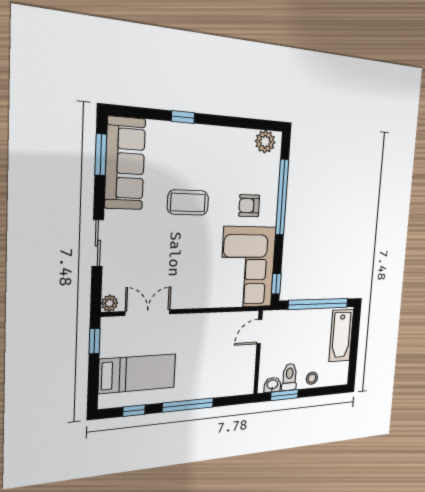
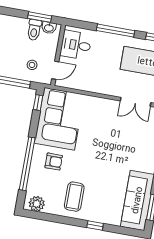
coffee table: (188, 202) -> (74, 197), moved, turned 90
desk: (237, 372) -> (76, 45), added
stool: (312, 378) -> (32, 65), moved

